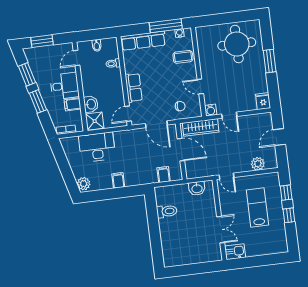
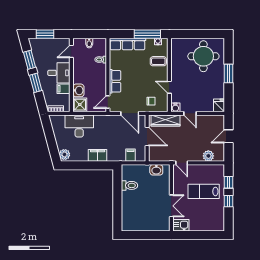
filing cabinet: (118, 180) -> (98, 155), width x2.00
lab bench: (257, 207) -> (204, 191), turned -90

